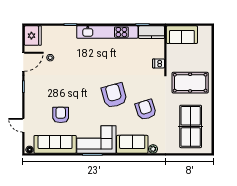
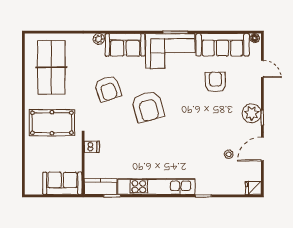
fridge: (33, 36) -> (253, 188), width x0.53, depth x0.75
plant: (32, 90) -> (252, 113), added
armchair: (61, 115) -> (215, 82), turned 180

